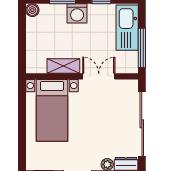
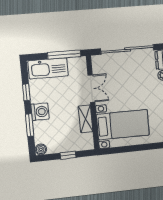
window: (22, 41) -> (68, 155), added
double door: (99, 76) -> (91, 89), swing flipped

